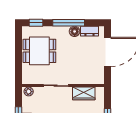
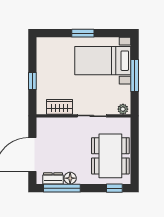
window: (69, 23) -> (62, 188), moved
dining table: (39, 51) -> (110, 156), width x1.38

